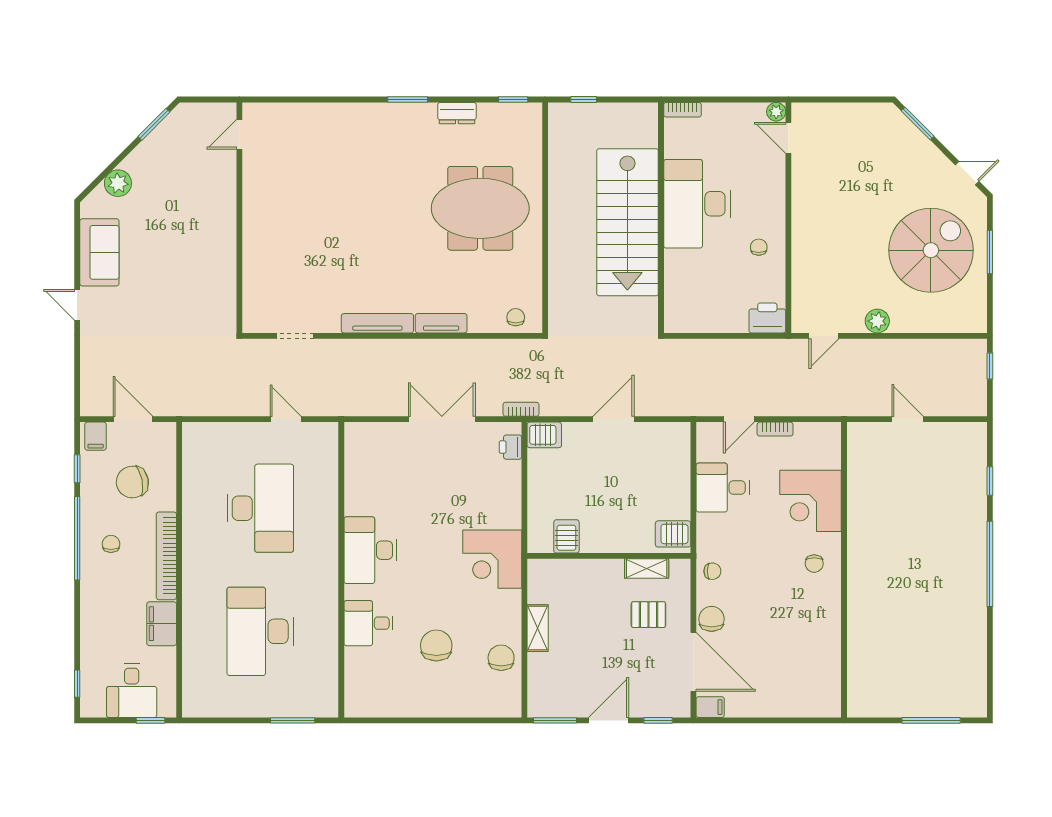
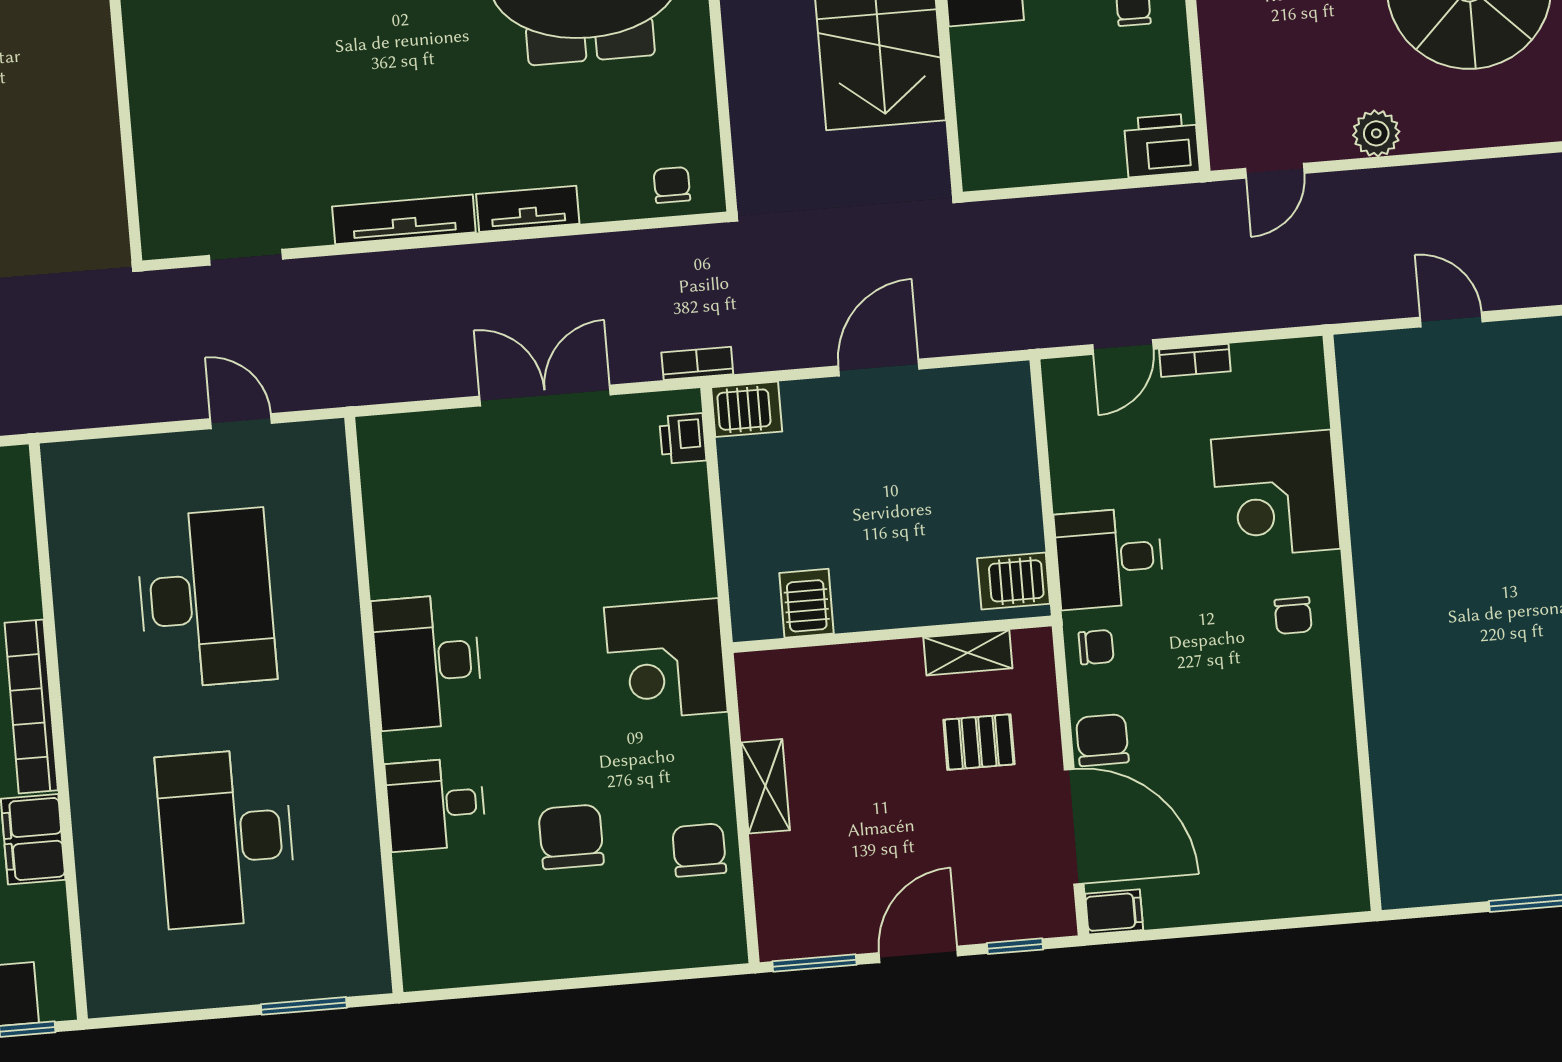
desk: (723, 488) -> (1109, 558), moved

